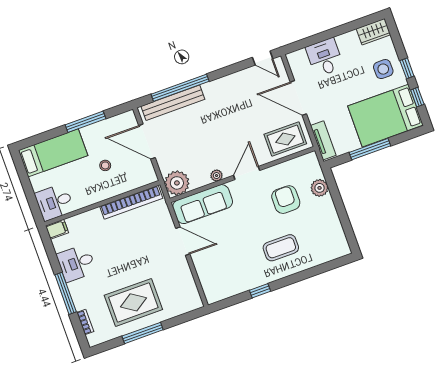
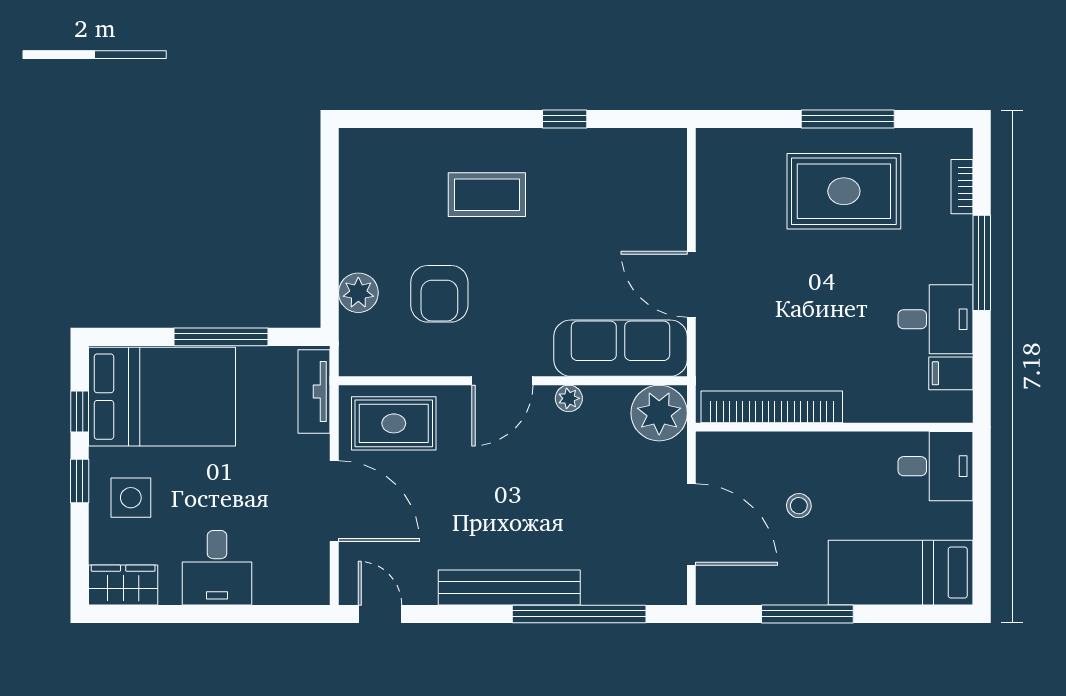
desk: (325, 57) -> (217, 568), moved
bench: (173, 103) -> (509, 587), moved
filing cabinet: (57, 229) -> (951, 373), moved

